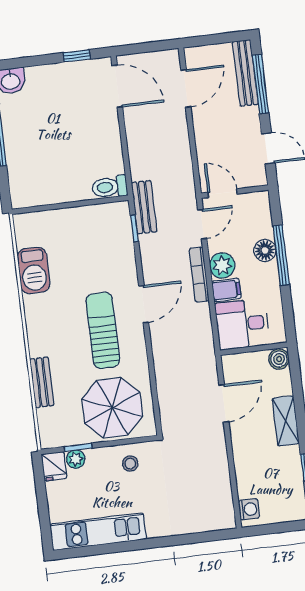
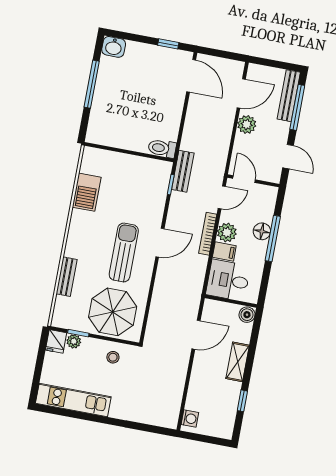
plant: (205, 125) -> (247, 124), added

